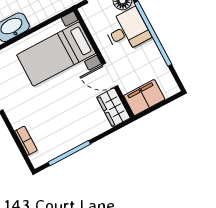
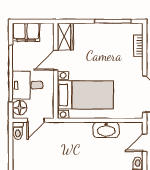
door: (110, 75) -> (56, 60), swing flipped
filing cabinet: (144, 98) -> (26, 32), moved

